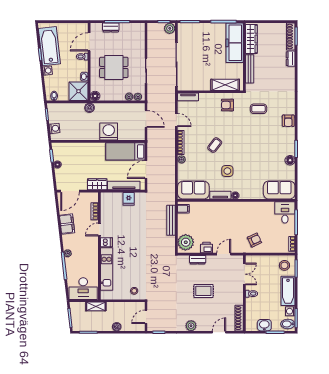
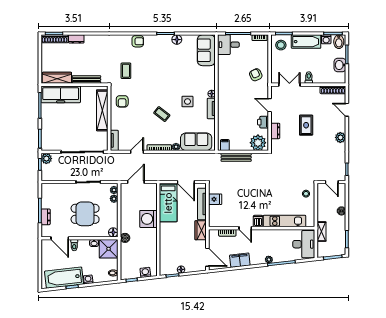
dining table: (114, 67) -> (85, 214), turned 90
shelving: (225, 85) -> (102, 110), width x1.47
sofa: (193, 190) -> (196, 142), moved, turned 90

